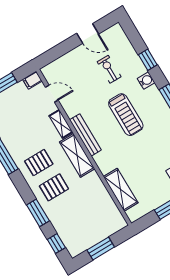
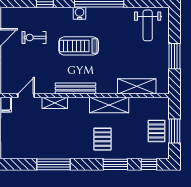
water cooler: (146, 81) -> (80, 13), moved
treadmill: (126, 115) -> (79, 46), turned 180
shelving: (77, 155) -> (109, 105), moved
pallet: (39, 163) -> (157, 131), moved

